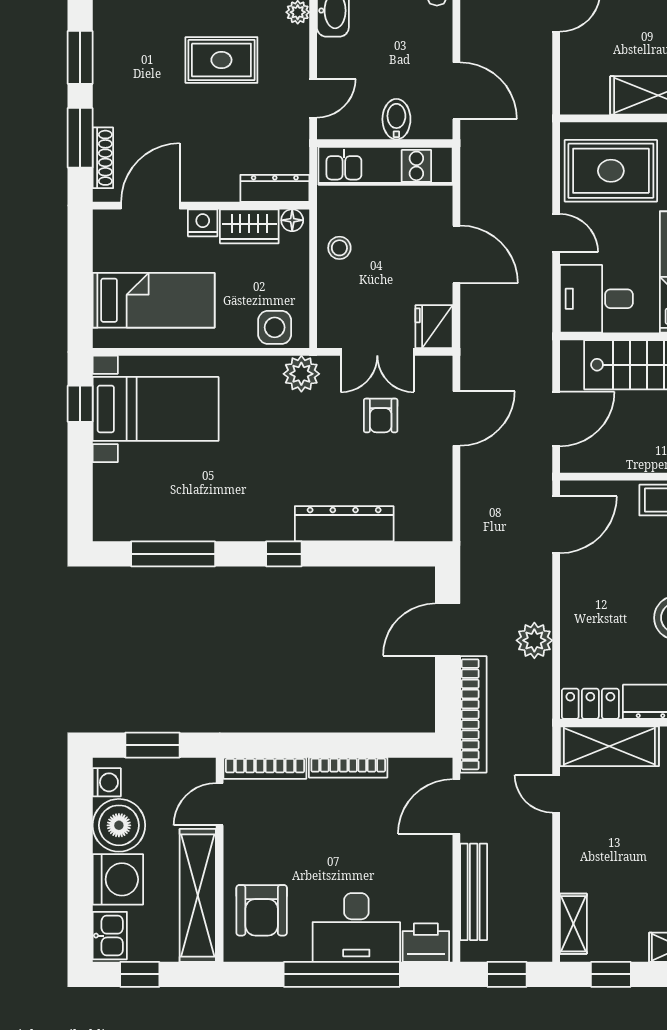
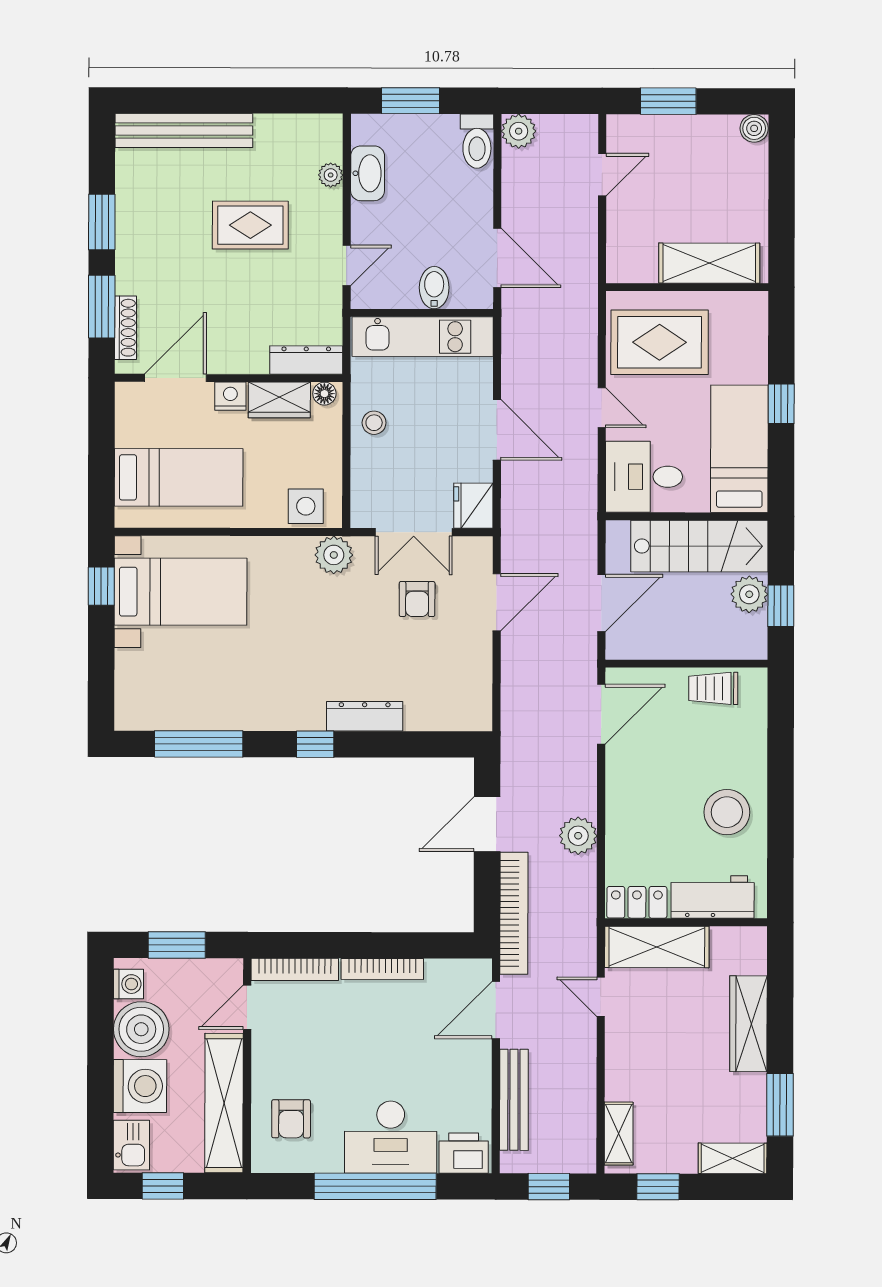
dresser: (344, 524) -> (365, 716), width x0.73, depth x0.80
armchair: (262, 910) -> (291, 1119), width x0.72, depth x0.72

